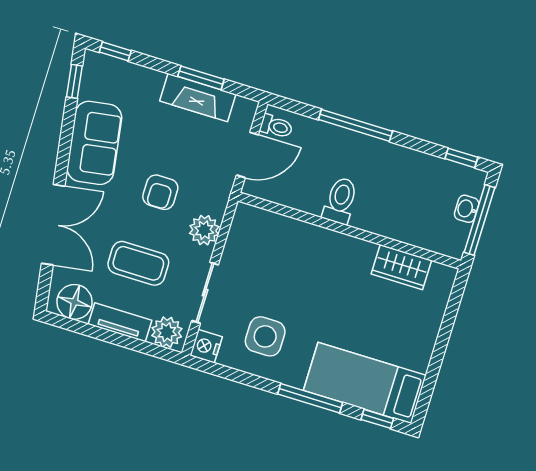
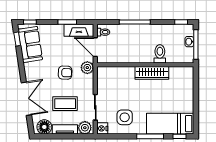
fireplace: (198, 98) -> (79, 30), moved
sofa: (94, 143) -> (30, 44), moved
door: (247, 155) -> (95, 47), swing flipped
armchair: (160, 192) -> (65, 73), turned -88
toilet: (340, 201) -> (160, 54), moved
plant: (204, 230) -> (87, 68), moved
wardrobe: (401, 267) -> (152, 73), moved, width x1.50

